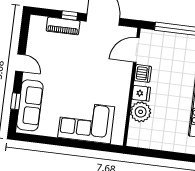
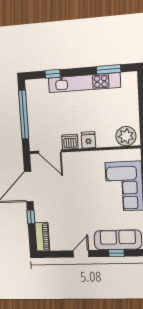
piano: (63, 26) -> (42, 237), moved
plant: (141, 112) -> (126, 136), moved

